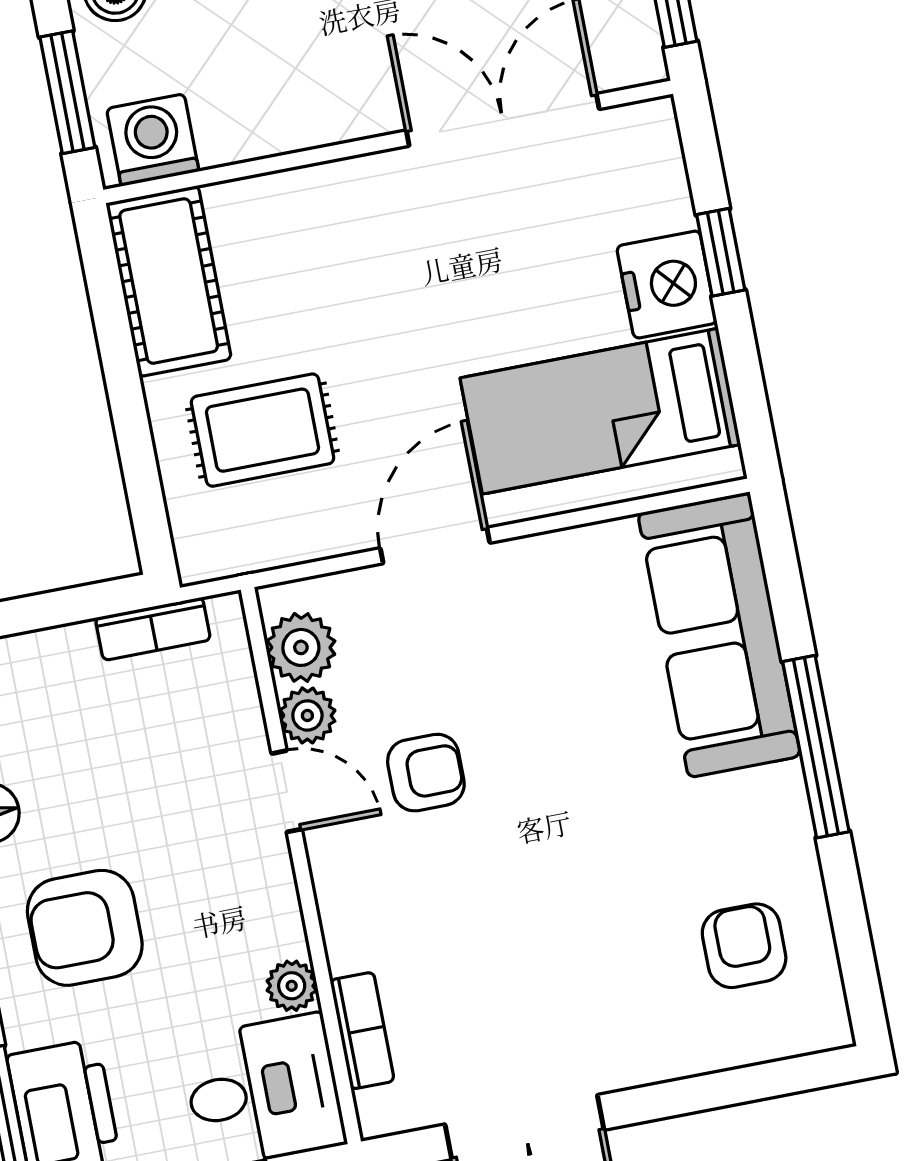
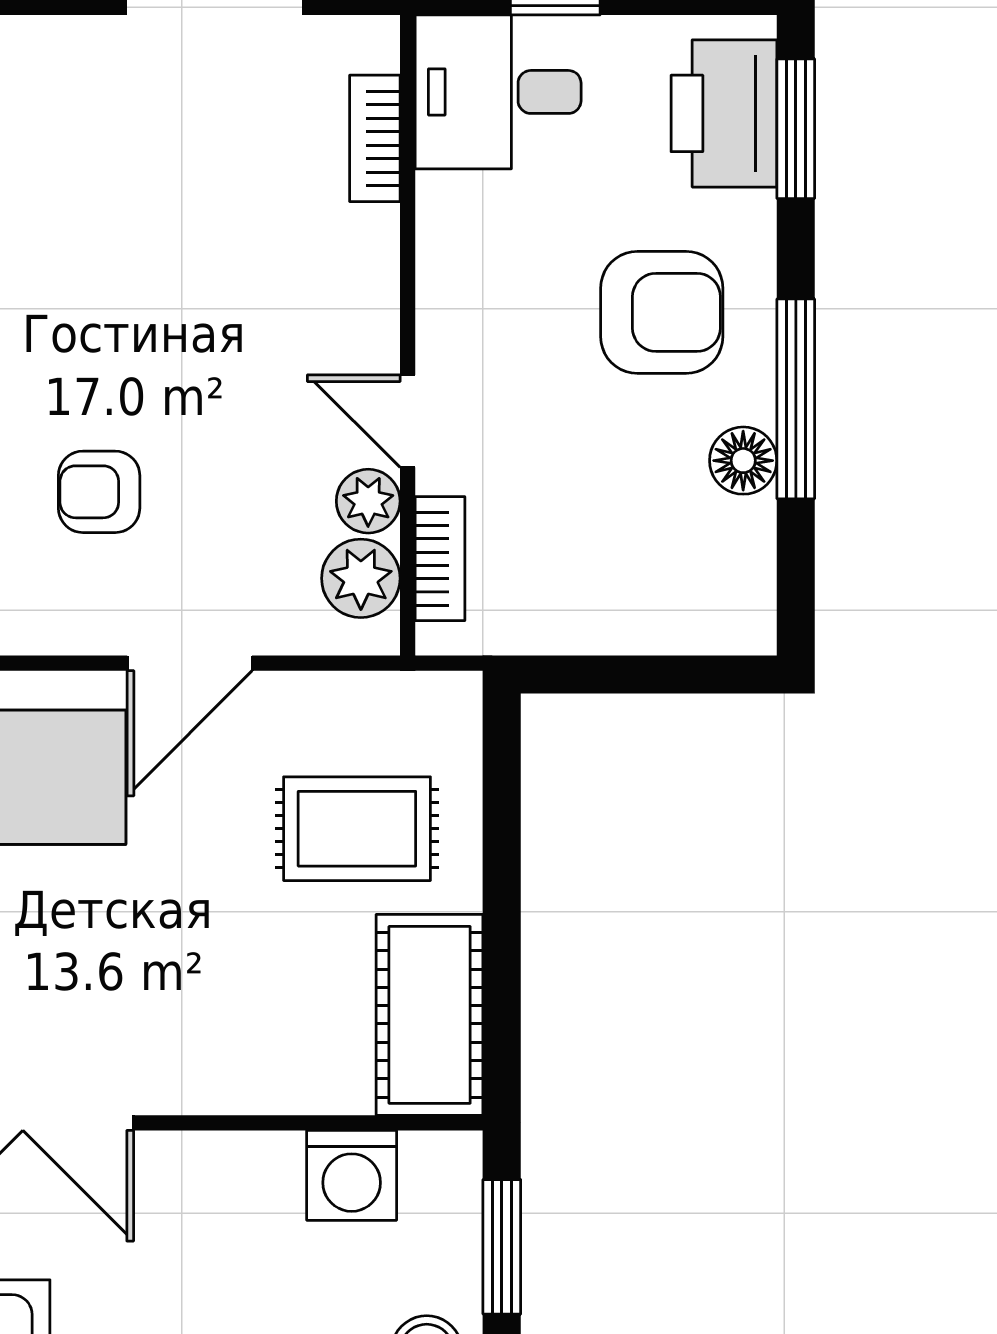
washing machine: (153, 140) -> (352, 1175), moved
bookcase: (153, 629) -> (440, 559), moved, turned 90
armchair: (426, 773) -> (99, 492), moved
plant: (292, 986) -> (444, 203), removed

